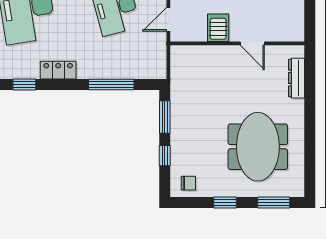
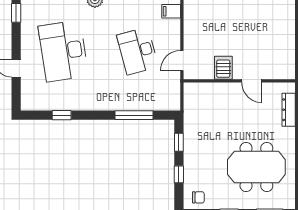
locker: (58, 70) -> (90, 103), removed
window: (165, 117) -> (179, 142), width x0.67
meeting table: (258, 147) -> (256, 167), turned 90

